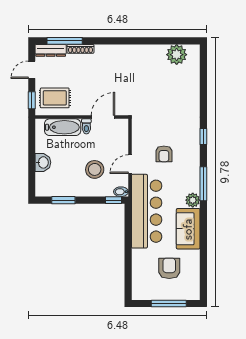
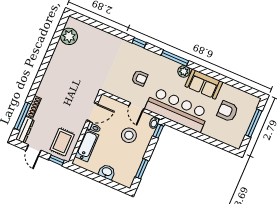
door: (103, 117) -> (92, 112), swing flipped

